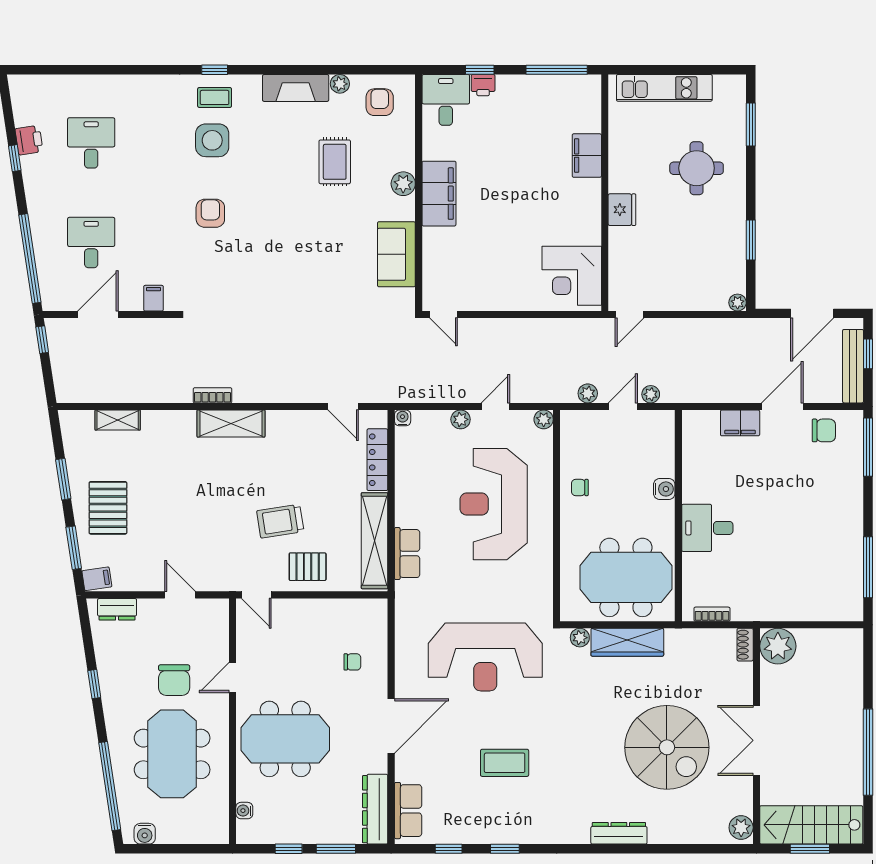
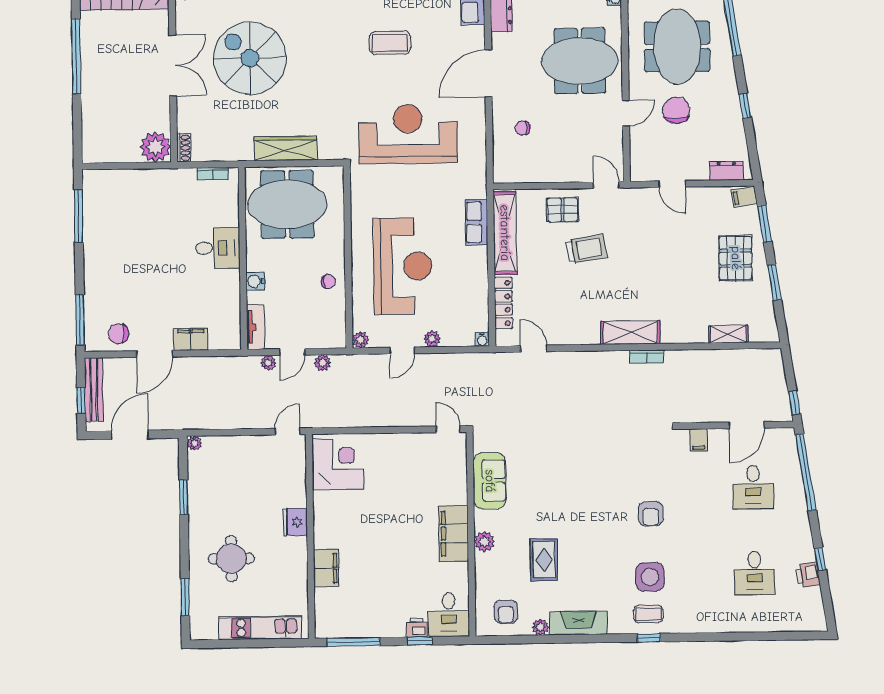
tv unit: (665, 436) -> (255, 327), added
plant: (580, 638) -> (326, 152), removed

